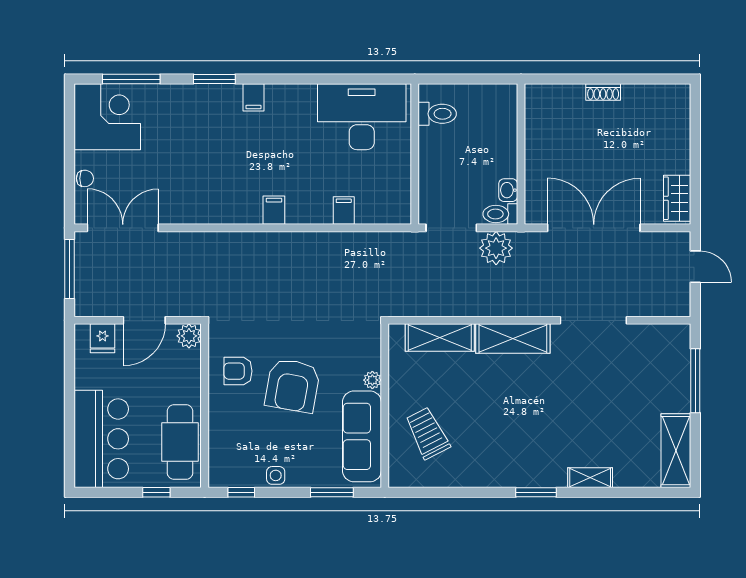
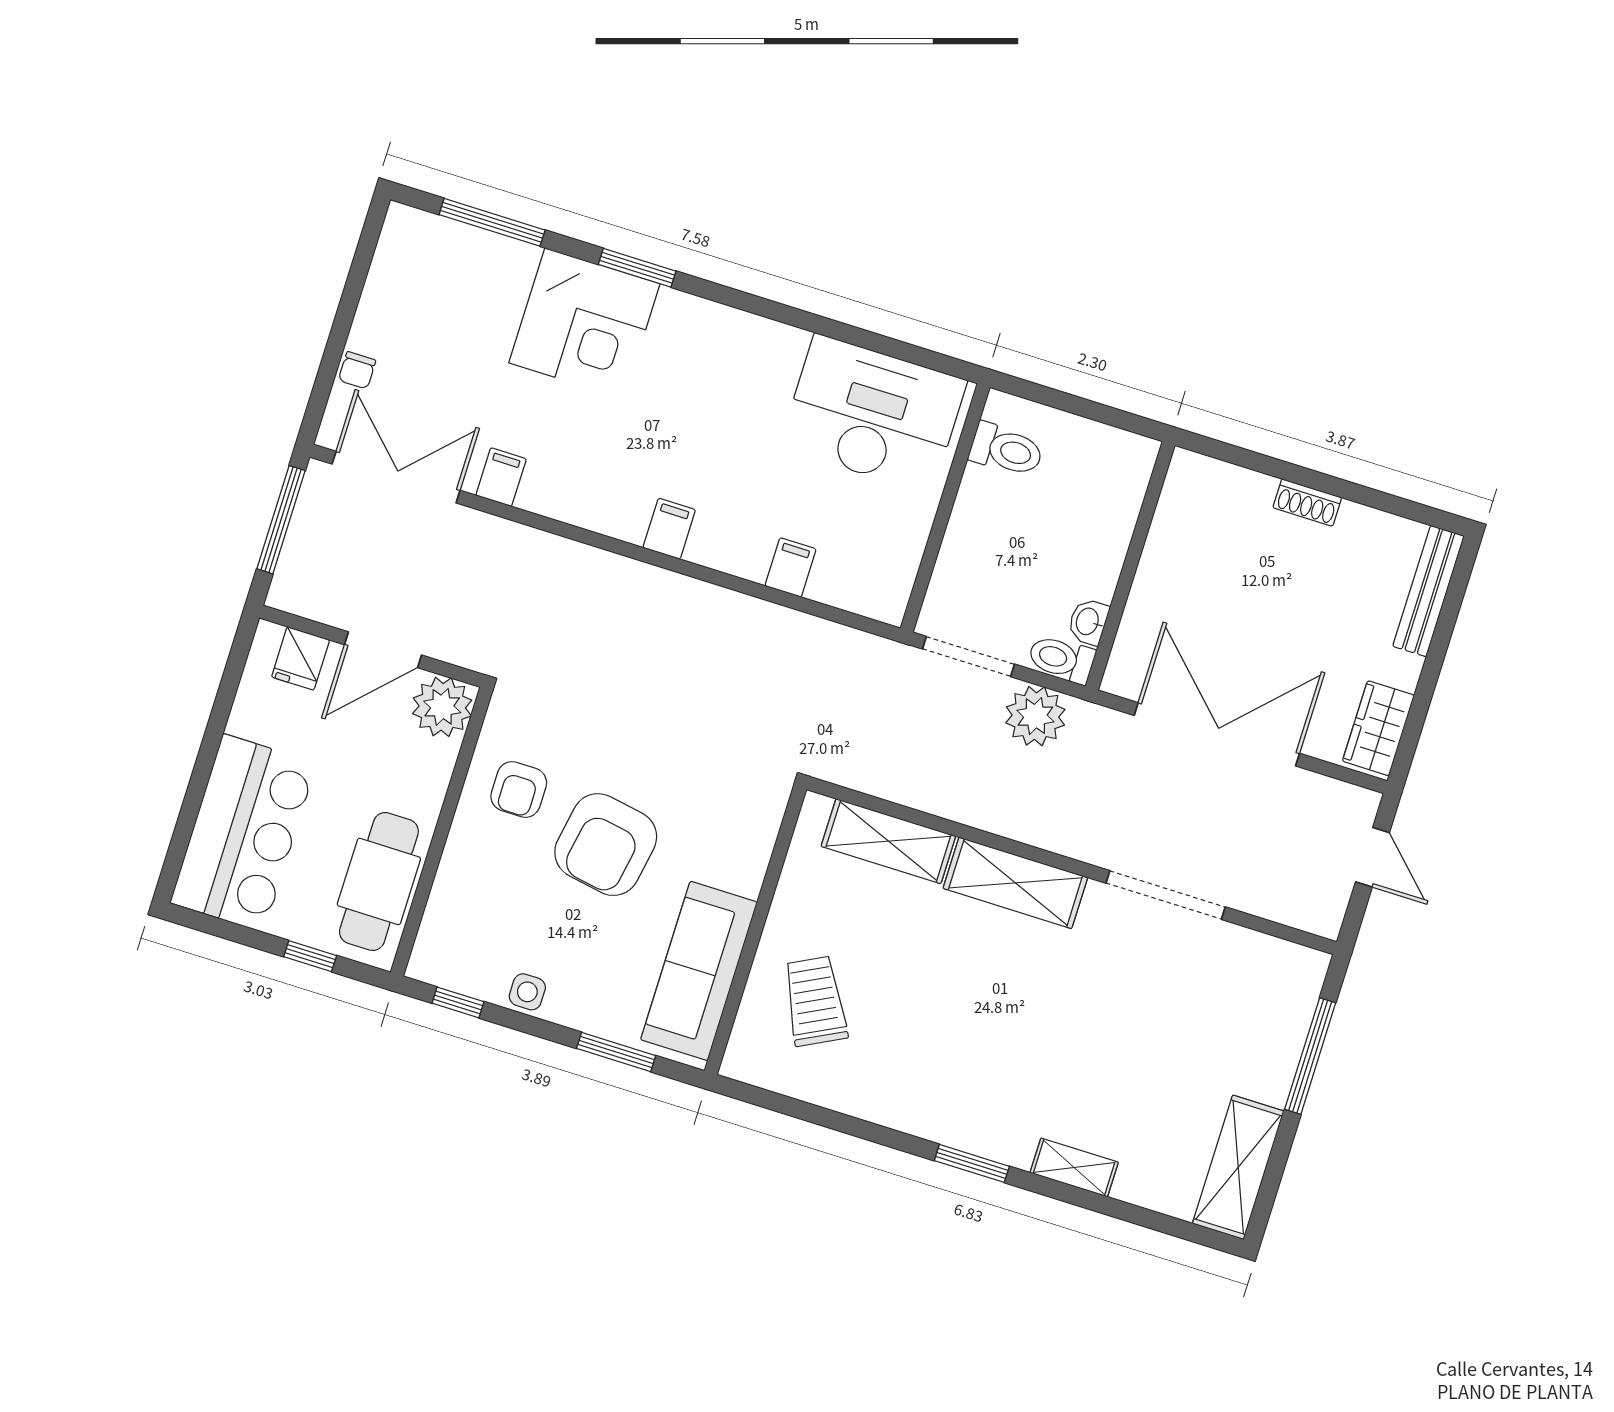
filing cabinet: (253, 97) -> (501, 477), moved, turned 180
corner desk: (107, 117) -> (584, 323), moved, turned 90
bench: (681, 118) -> (1428, 591), added
chair: (85, 178) -> (357, 370), turned 90
plant: (189, 336) -> (442, 707), width x1.36, depth x1.36
armchair: (238, 371) -> (519, 789), turned -90
plant: (372, 380) -> (748, 878), removed

